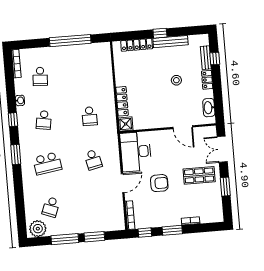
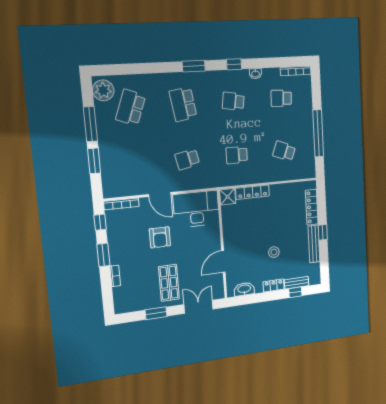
school desk: (86, 73) -> (284, 151), added
school desk: (51, 207) -> (131, 107), width x1.85

